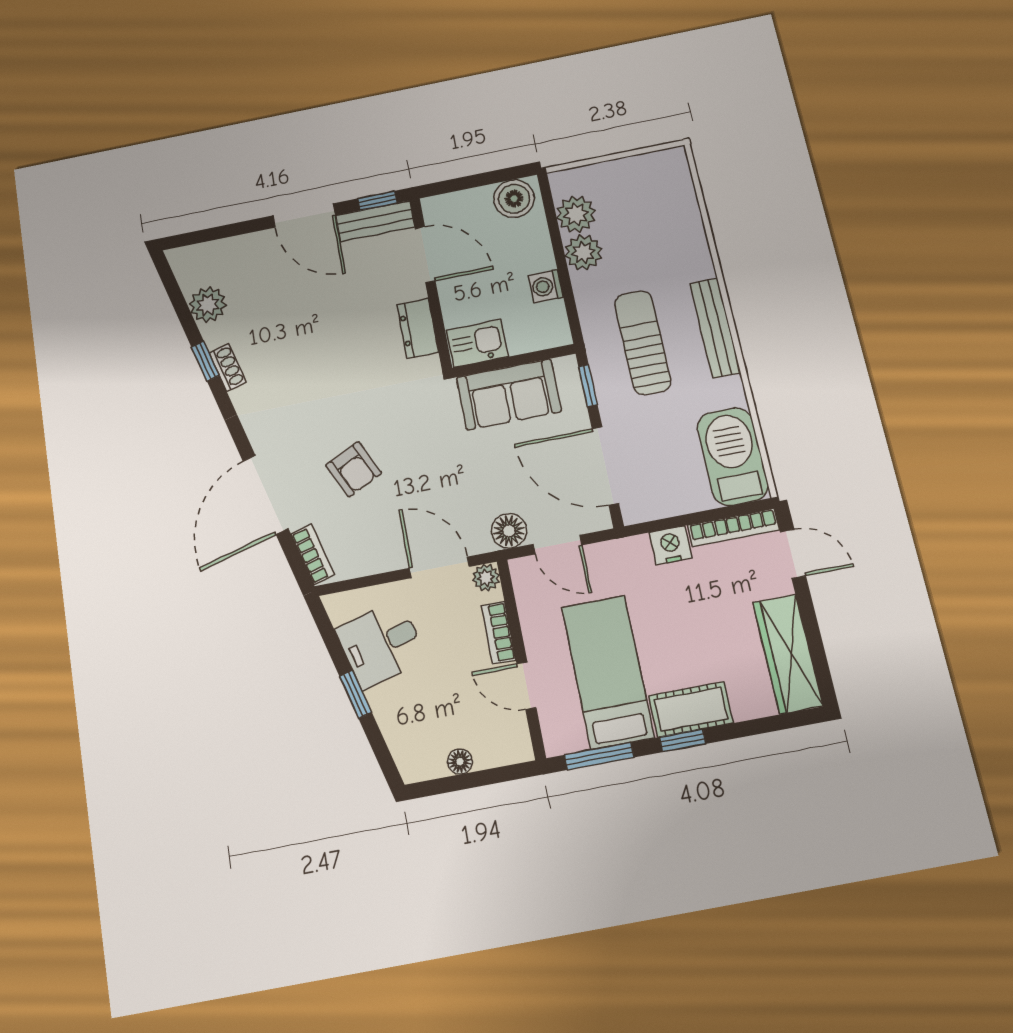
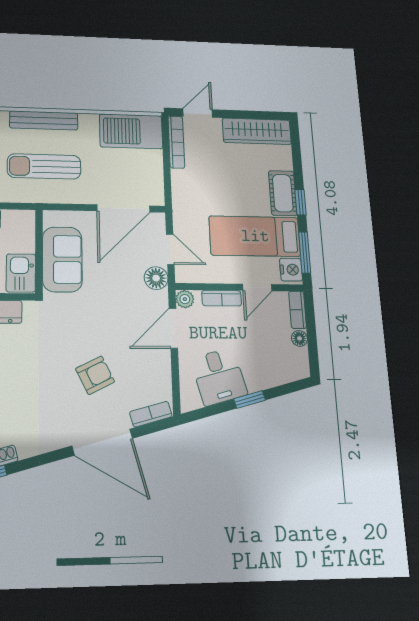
window: (588, 386) -> (67, 207), removed
door: (558, 545) -> (170, 249), hinge flipped
nightstand: (671, 545) -> (291, 270), moved, turned 180
bookcase: (504, 754) -> (298, 310), added

